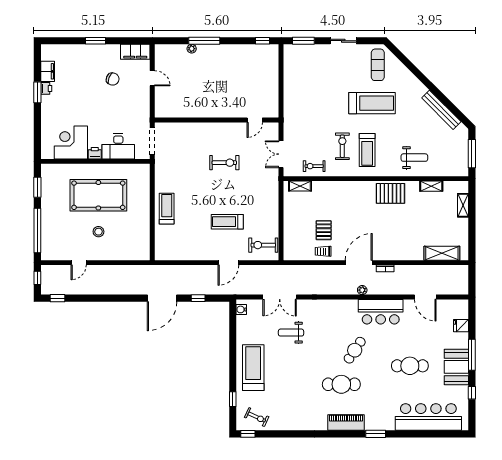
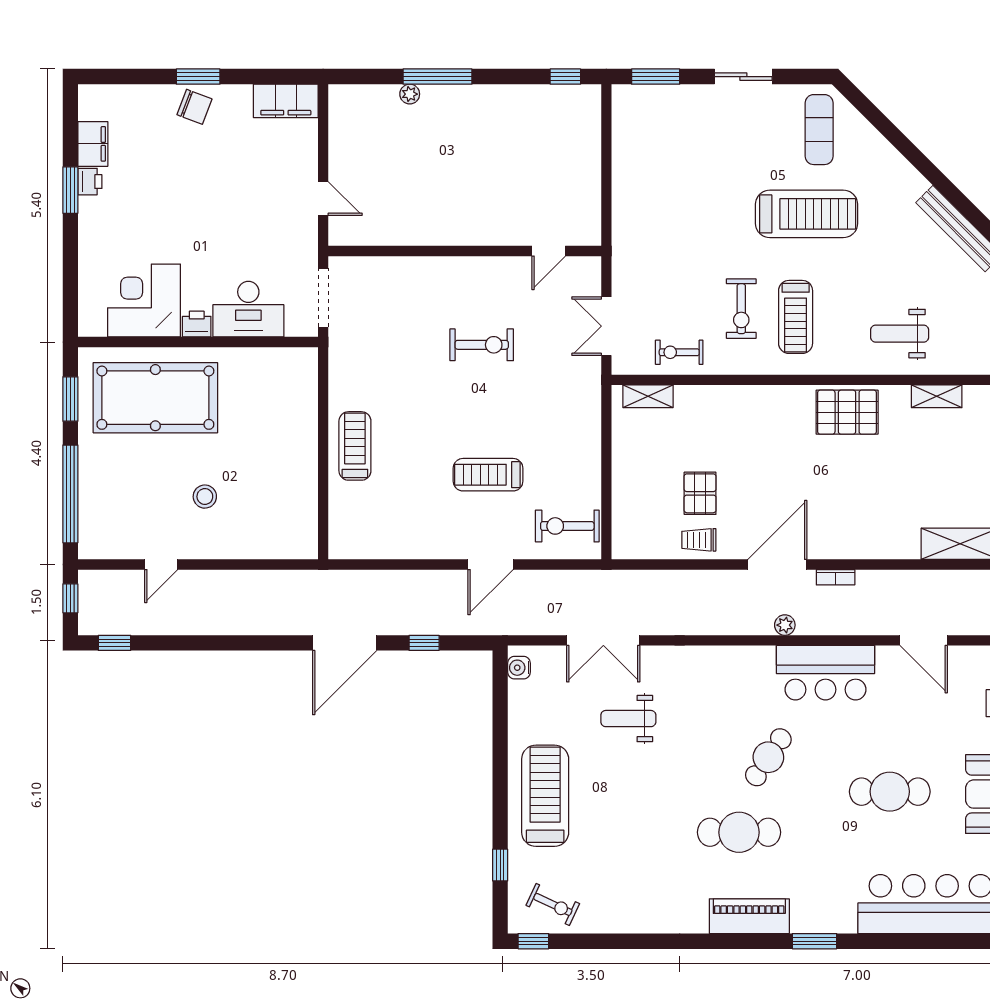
door: (152, 78) -> (323, 198), moved
chair: (113, 79) -> (194, 107), moved
exercise bike: (342, 146) -> (741, 309), turned 180
weight bench: (414, 158) -> (900, 334), turned 180
pool table: (98, 195) -> (155, 398), moved

